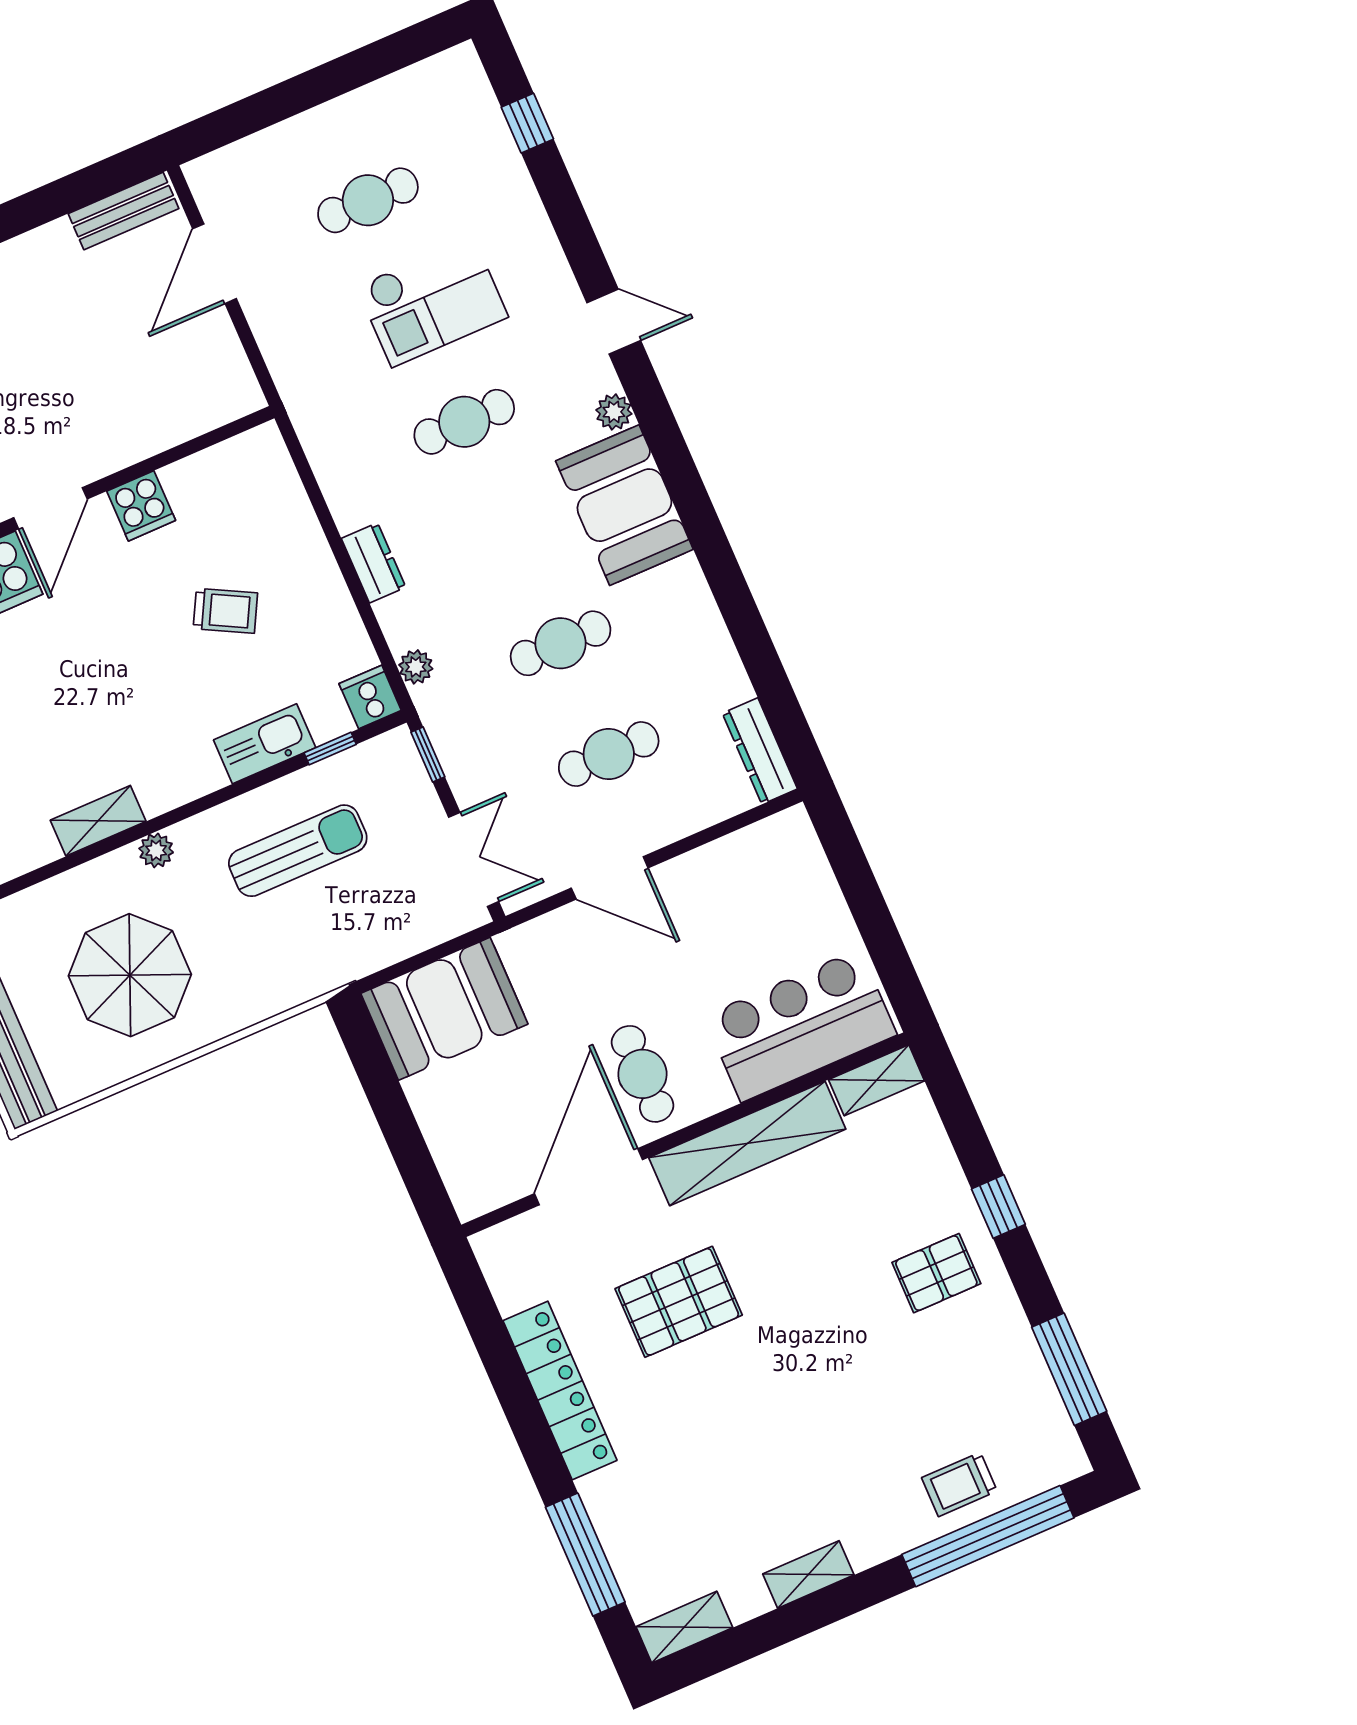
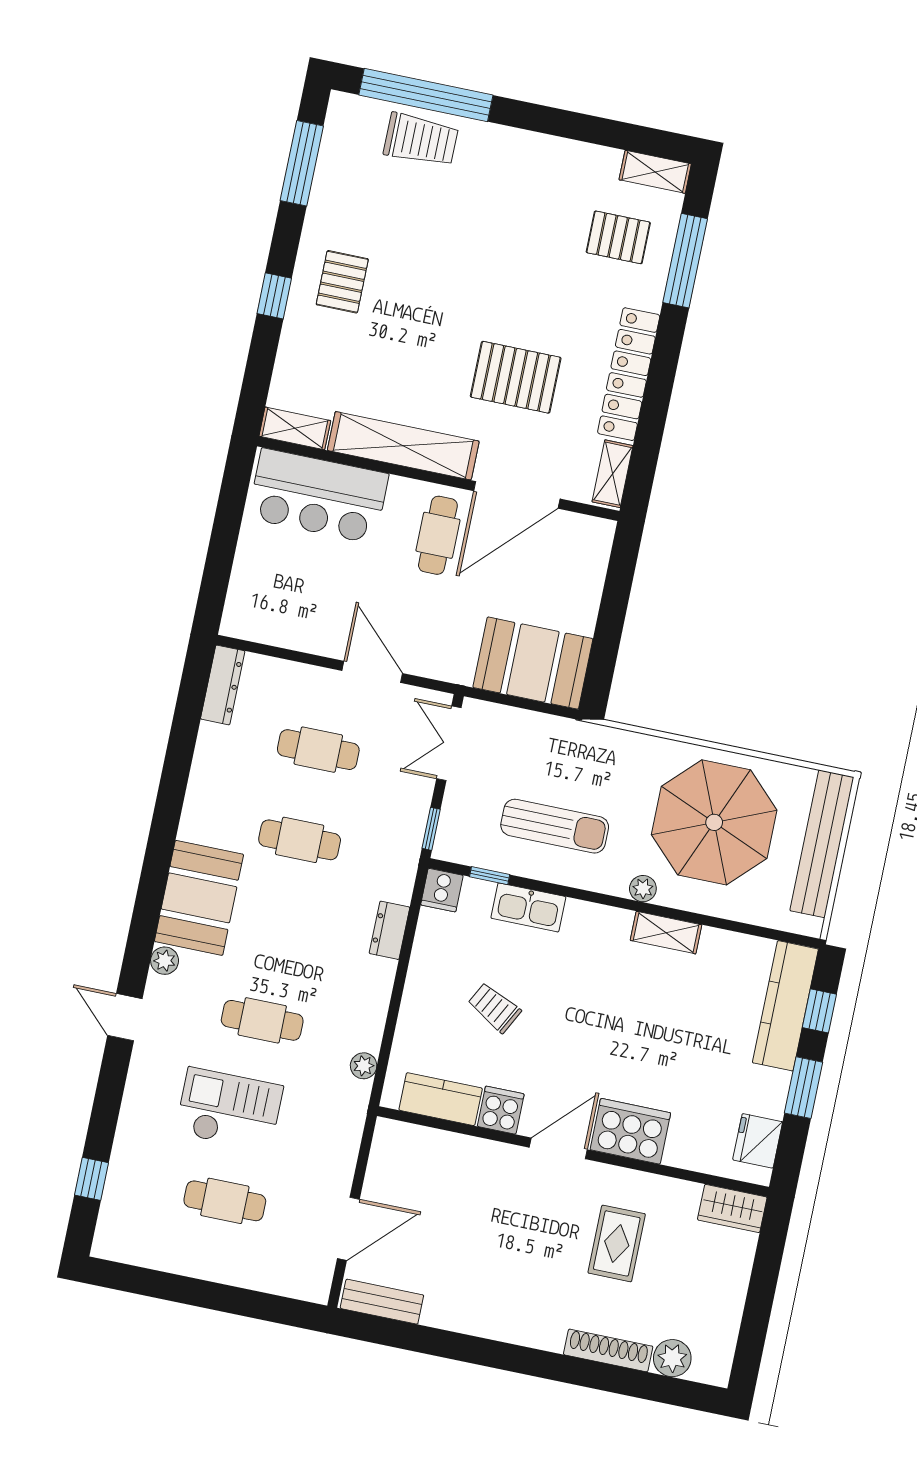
kitchen counter: (214, 472) -> (441, 1099), added
dresser: (374, 563) -> (389, 930), moved
plant: (416, 667) -> (364, 1066), moved
sun lounger: (298, 851) -> (555, 826), turned 180
parasol: (130, 975) -> (714, 822), width x1.36, depth x1.36
pallet: (936, 1273) -> (342, 282), turned 90
trolley: (959, 1484) -> (421, 140), width x1.36, depth x1.39
pallet: (674, 1529) -> (618, 237), added
shelving: (808, 1574) -> (613, 474), moved, turned 90

